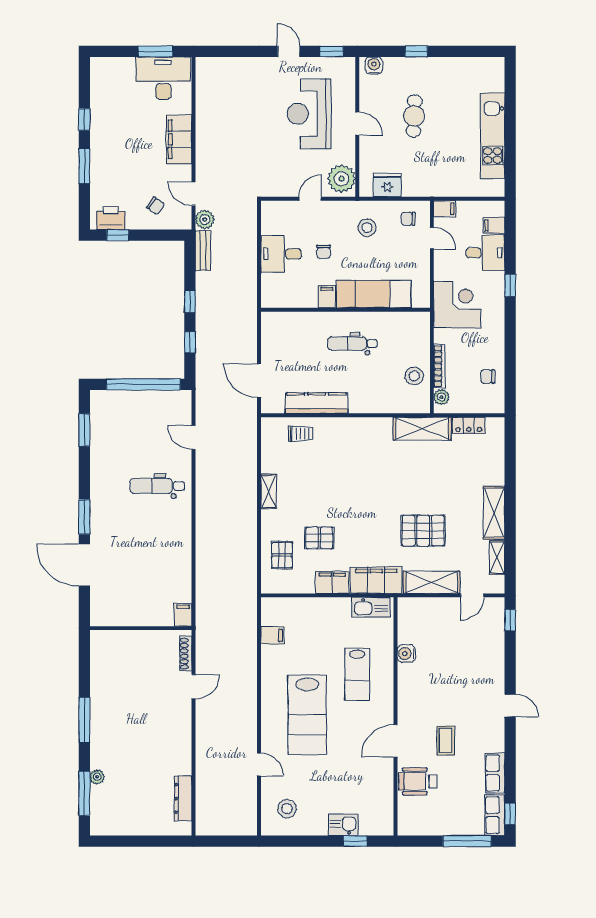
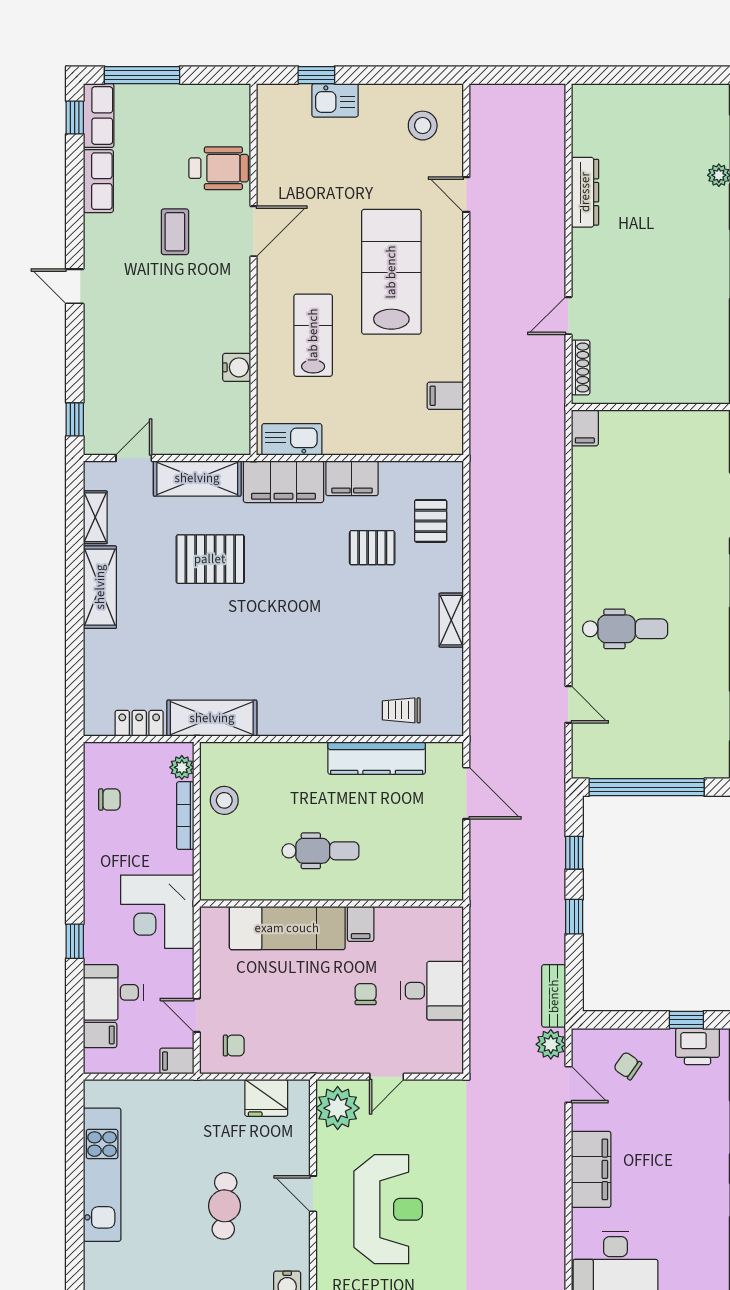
stool: (367, 228) -> (298, 1032), removed
dresser: (183, 798) -> (585, 192), moved

